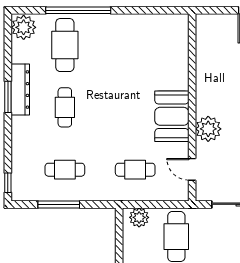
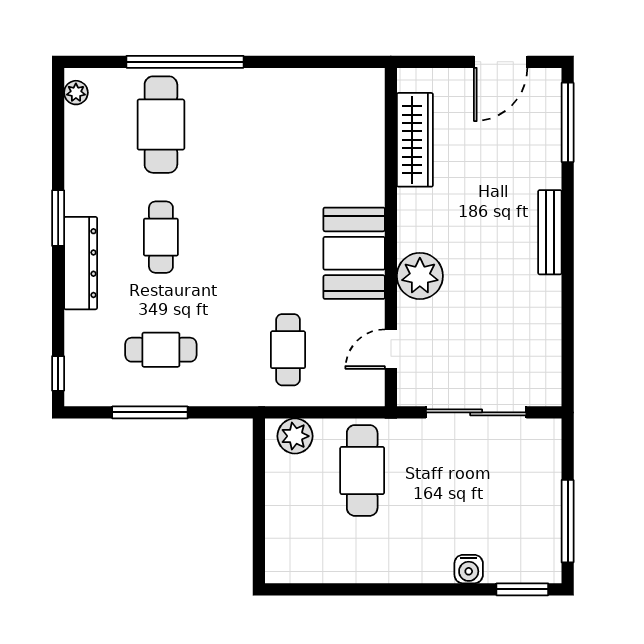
plant: (24, 27) -> (76, 93), width x0.53, depth x0.53
wardrobe: (205, 53) -> (415, 140), added
dresser: (20, 90) -> (81, 263), moved
door: (192, 169) -> (391, 349), hinge flipped
cafe table: (135, 170) -> (288, 350), turned 90

